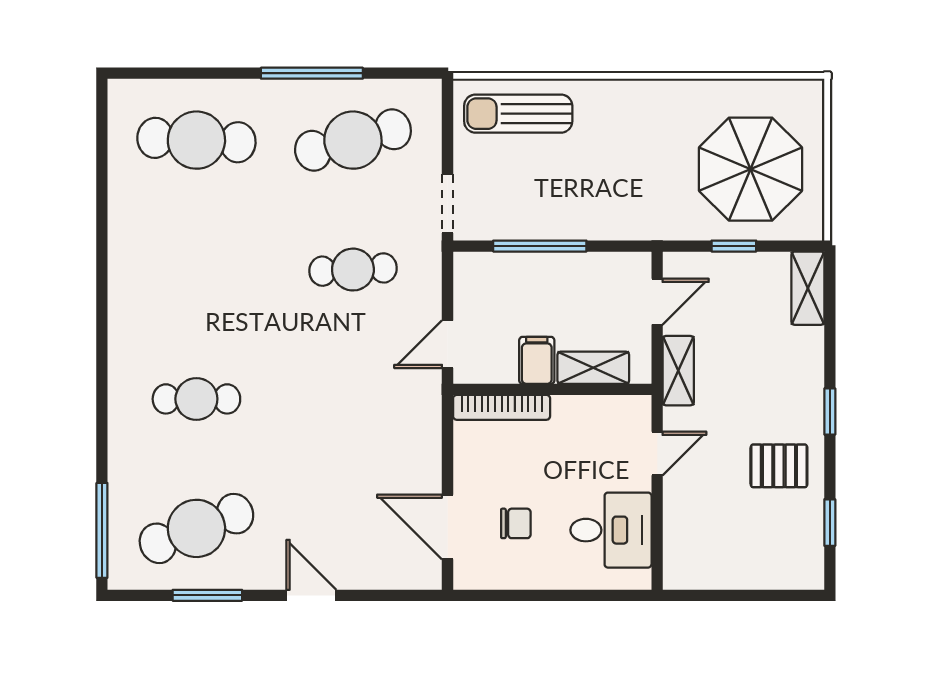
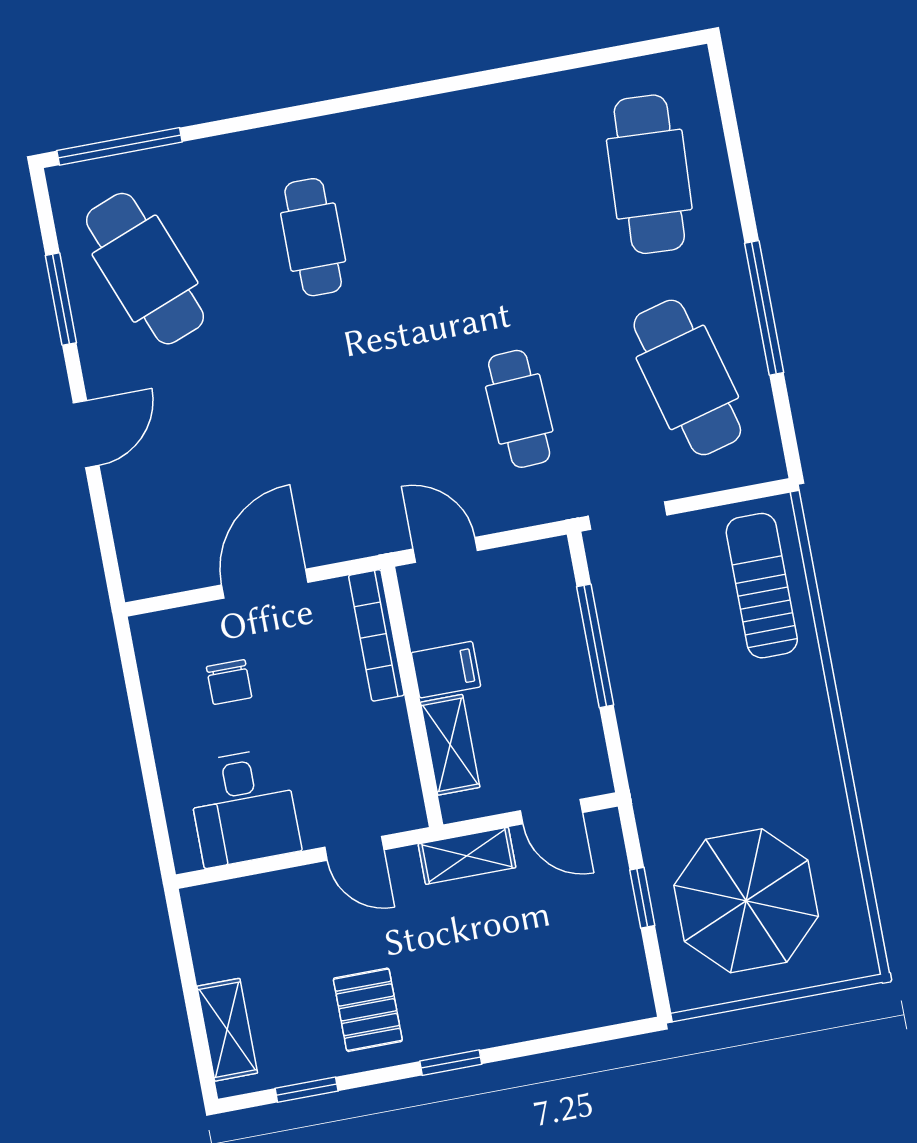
shelving: (808, 288) -> (227, 1030), moved, turned 90
door: (447, 527) -> (265, 584), moved

